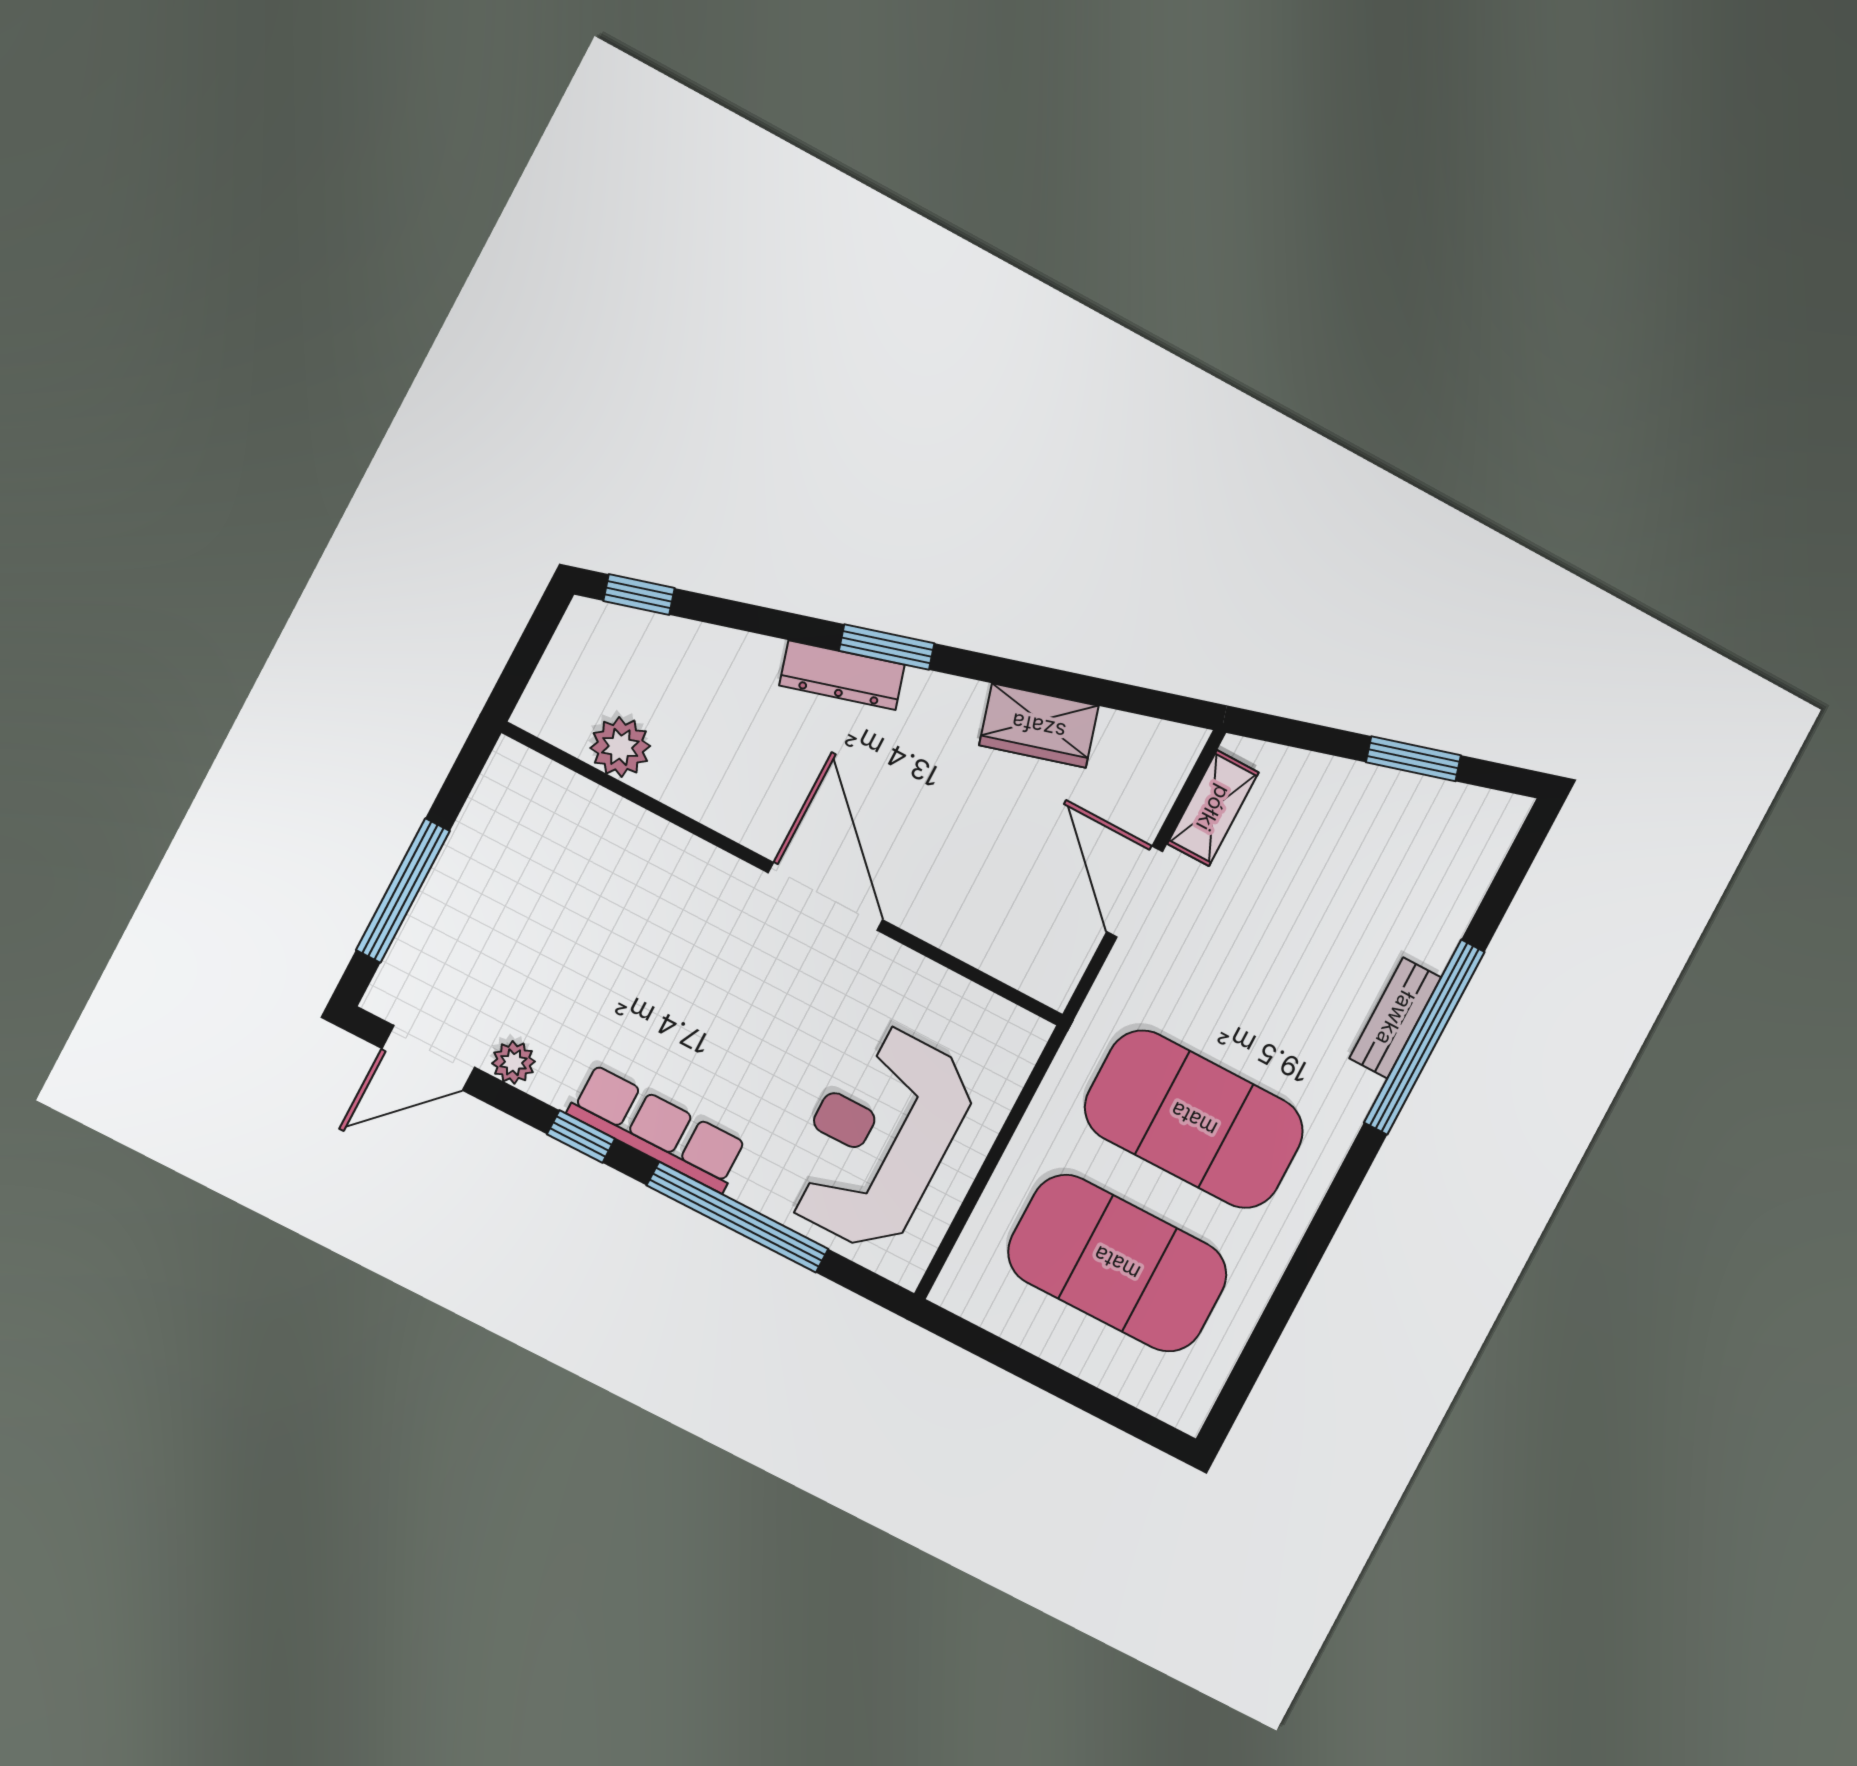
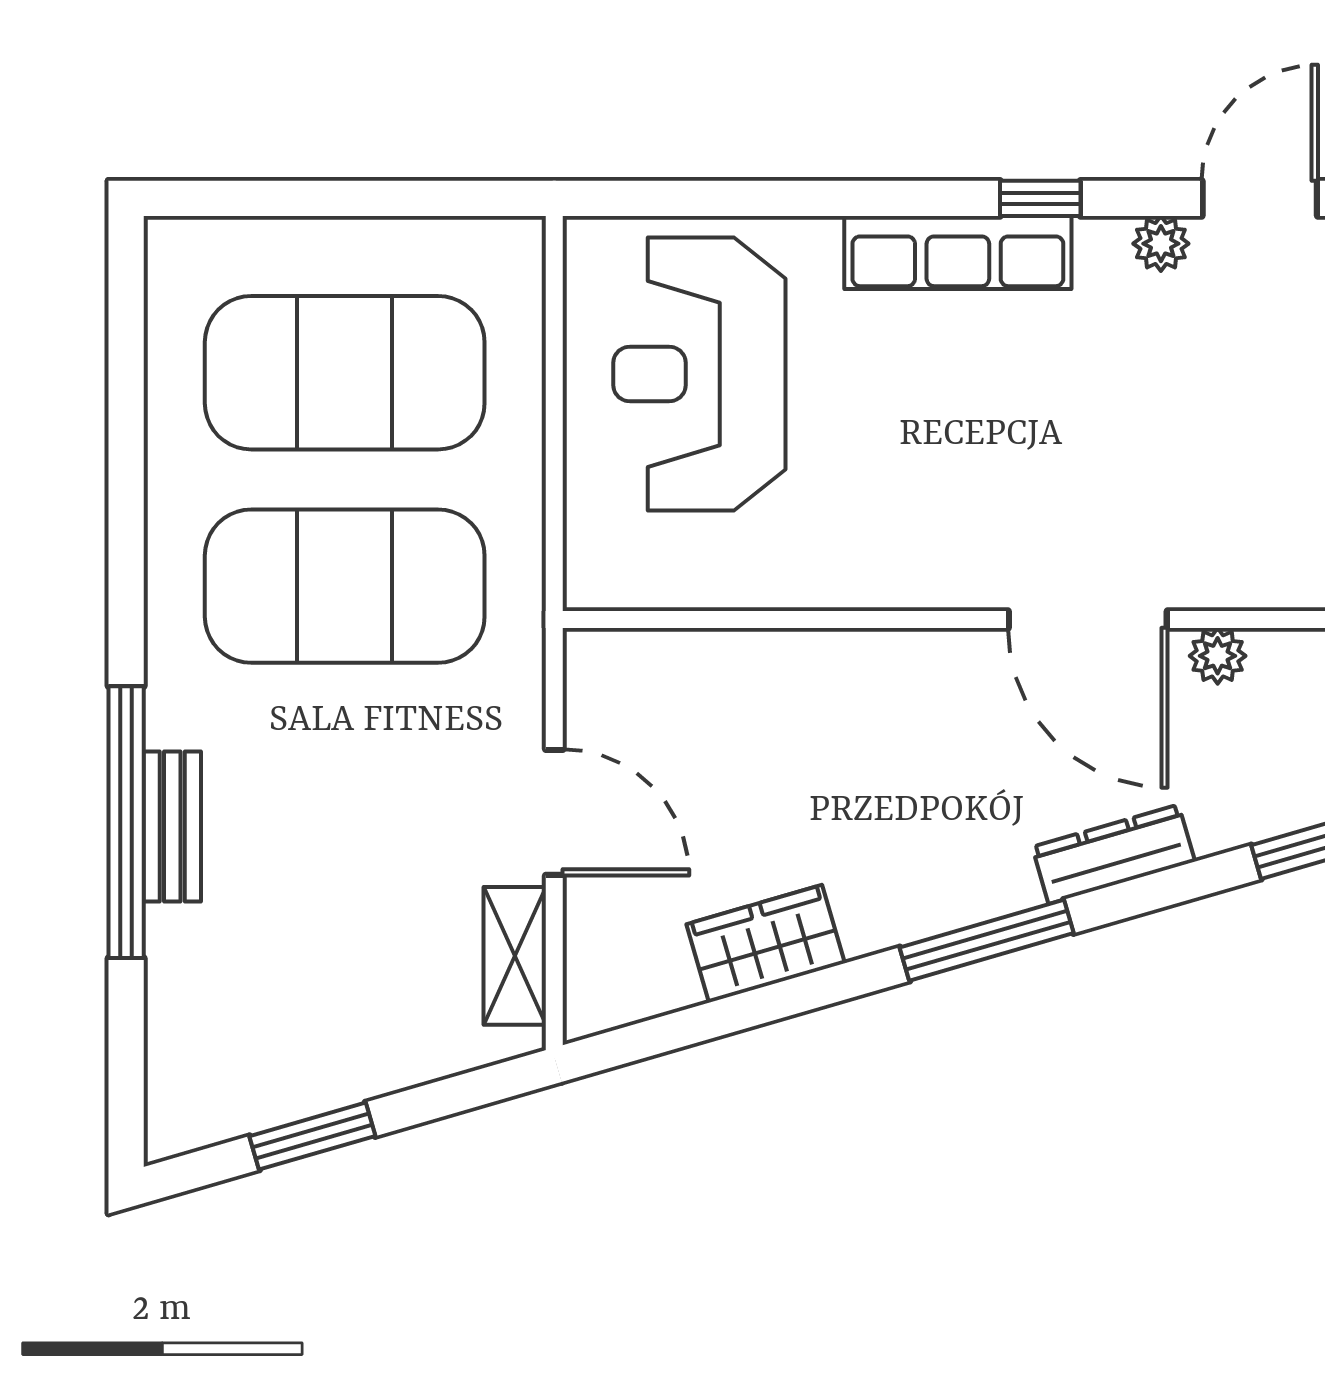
window: (887, 647) -> (987, 940), width x1.44
dresser: (842, 675) -> (1114, 854), moved
plant: (620, 747) -> (1218, 656), width x0.73, depth x0.73
door: (825, 896) -> (1088, 619), moved
reception desk: (878, 1138) -> (699, 374), turned 180
window: (738, 1217) -> (812, 198), removed

